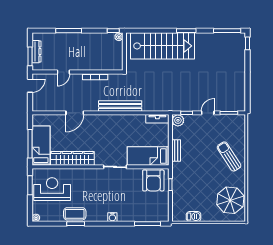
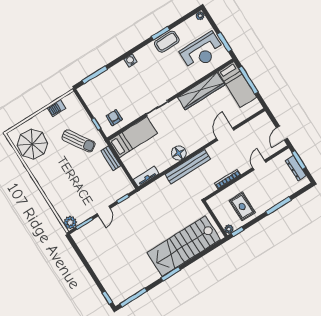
rug: (97, 48) -> (242, 207), added
plant: (178, 120) -> (70, 223), moved
floor lamp: (120, 121) -> (179, 153), added
sun lounger: (229, 156) -> (79, 141), moved
armchair: (153, 180) -> (114, 118), width x0.53, depth x0.53

